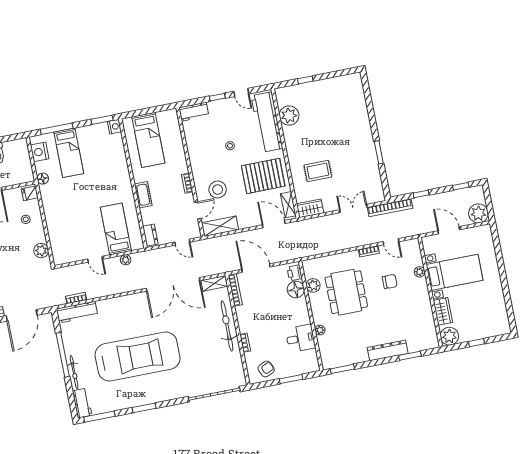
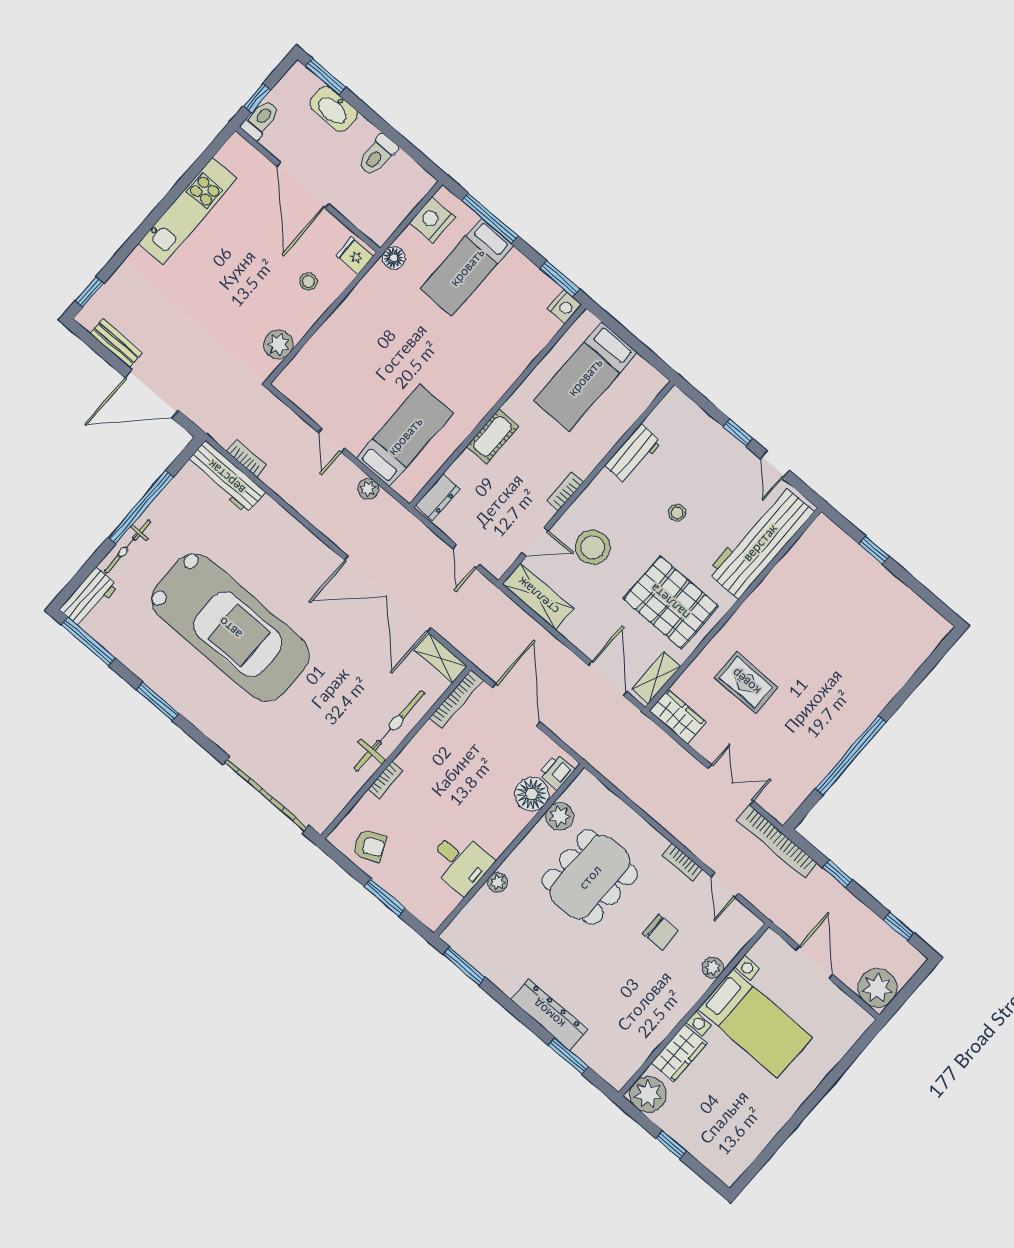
workbench: (194, 112) -> (633, 454), moved, turned -90
plant: (289, 115) -> (798, 568), removed
window: (379, 152) -> (851, 755), width x2.11

